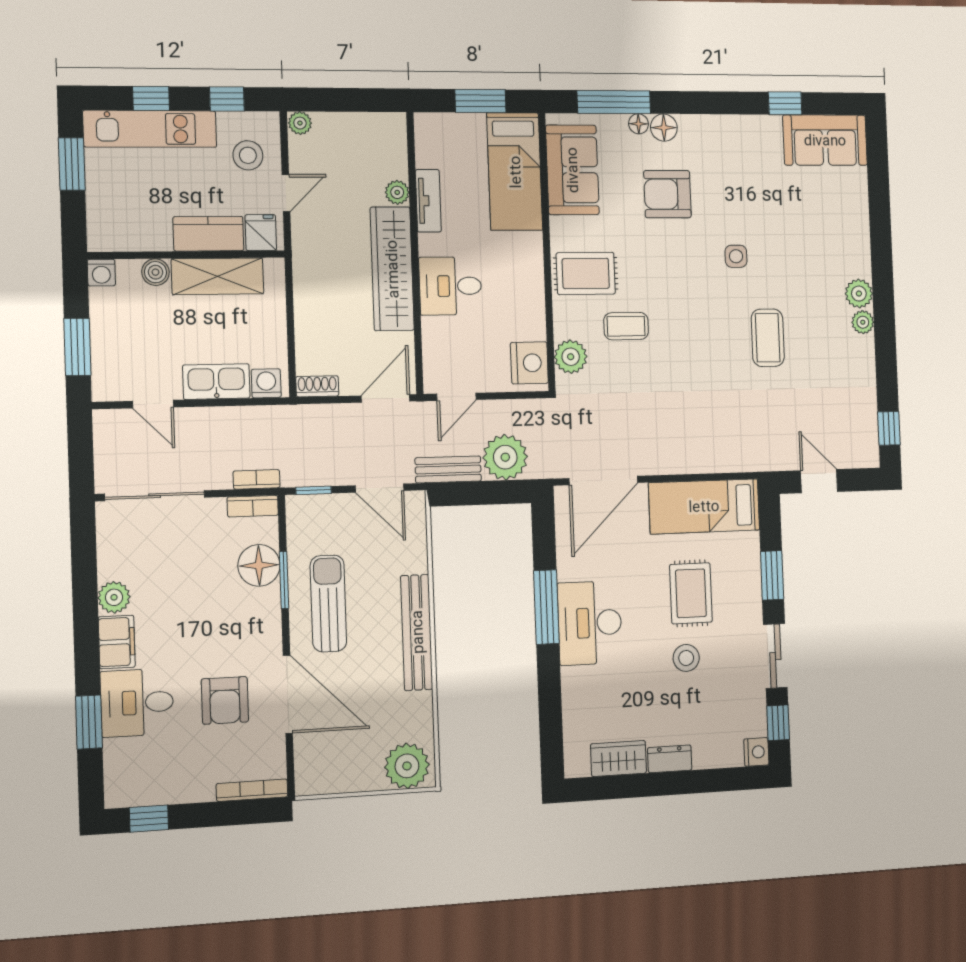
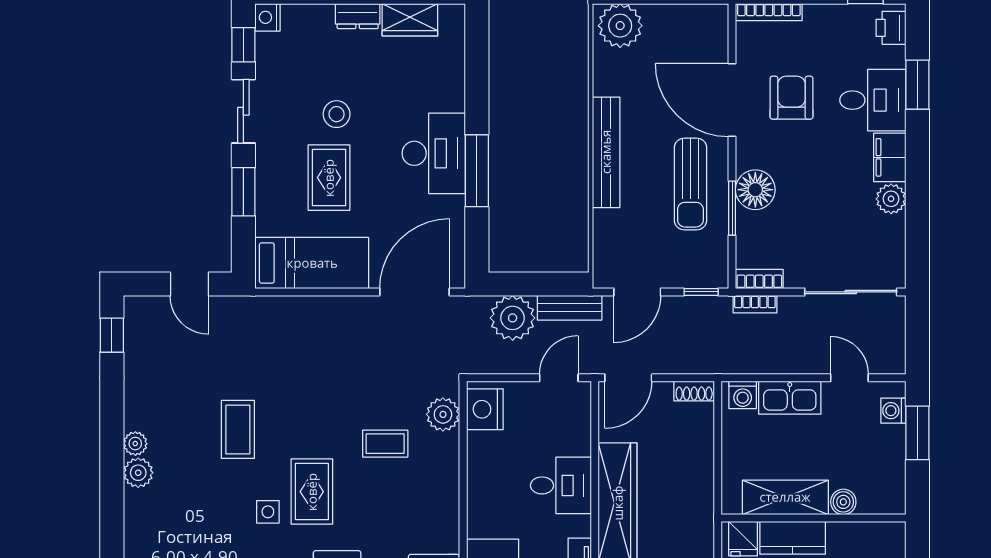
washing machine: (101, 273) -> (893, 411), moved, turned -90
rug: (586, 273) -> (312, 492), moved, turned 90
door: (380, 488) -> (637, 292), swing flipped
floor lamp: (259, 565) -> (755, 190), moved
printer: (120, 782) -> (891, 28), added

